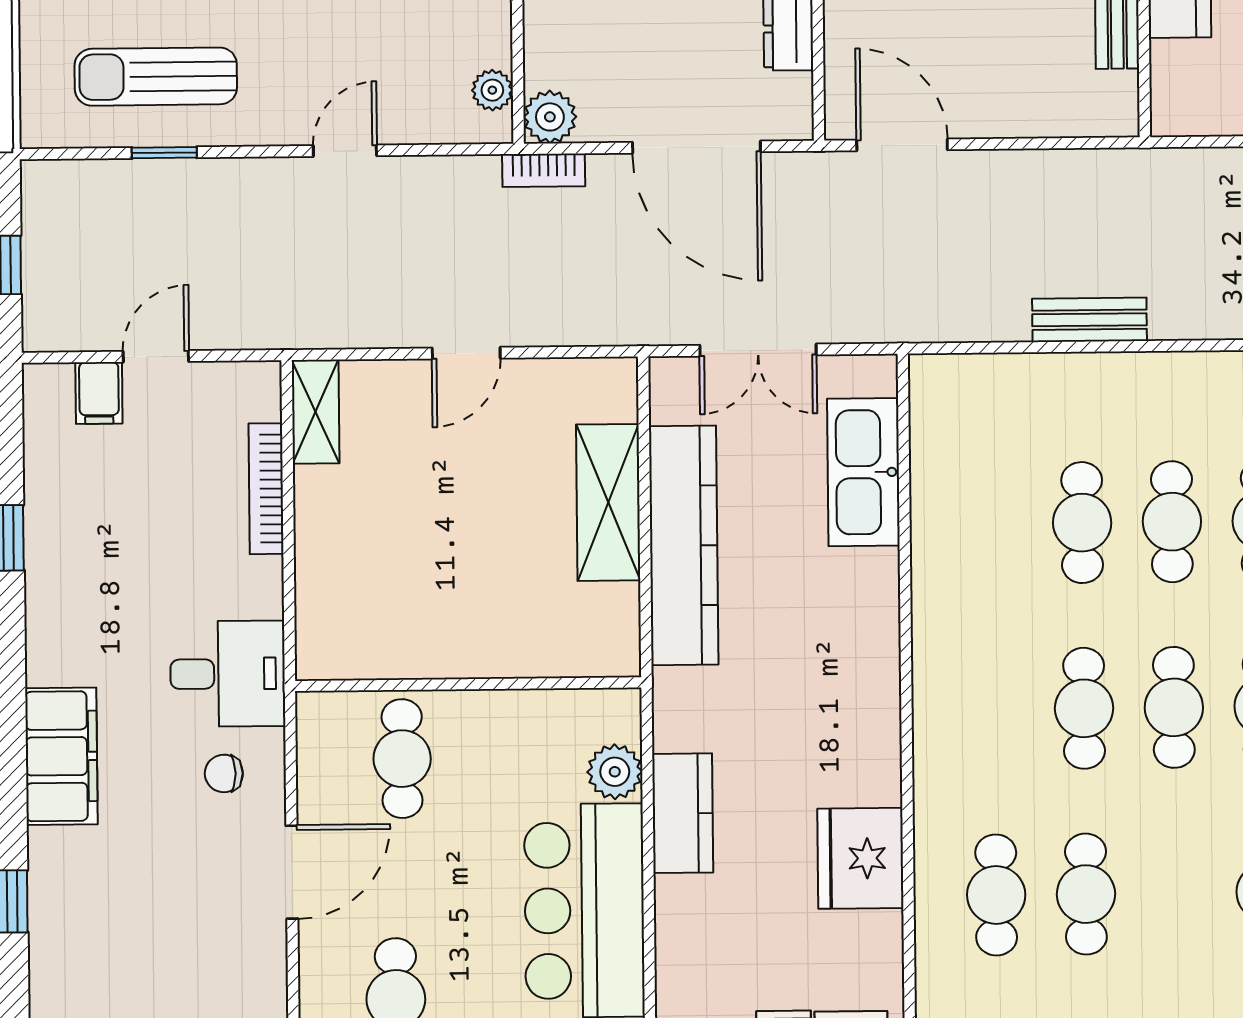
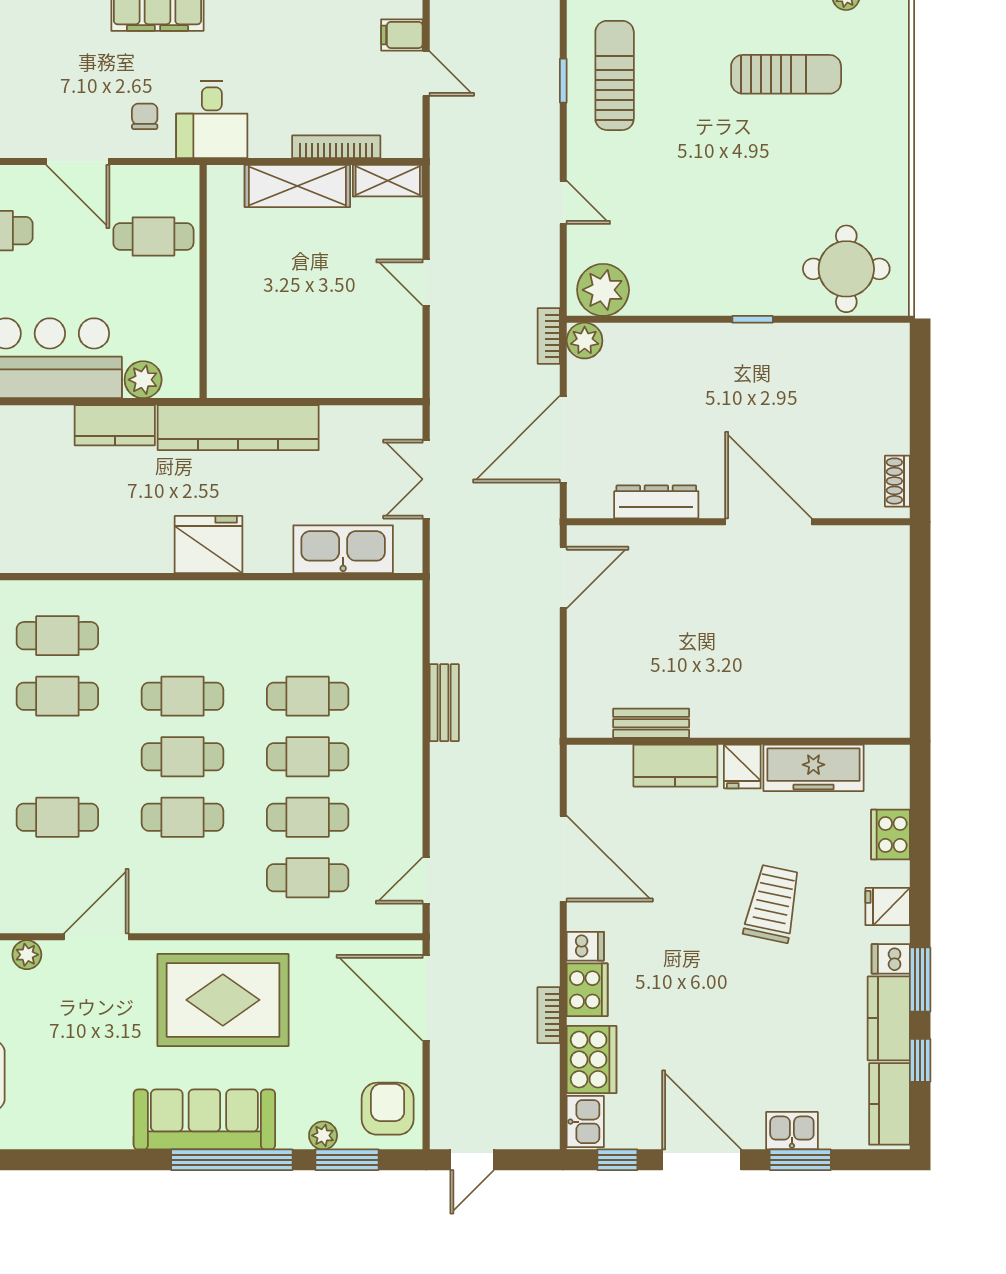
plant: (492, 90) -> (603, 290), width x1.87, depth x1.87
shelving: (608, 502) -> (297, 186), moved
kitchen counter: (684, 545) -> (238, 428), moved
fridge: (860, 858) -> (209, 545), moved

